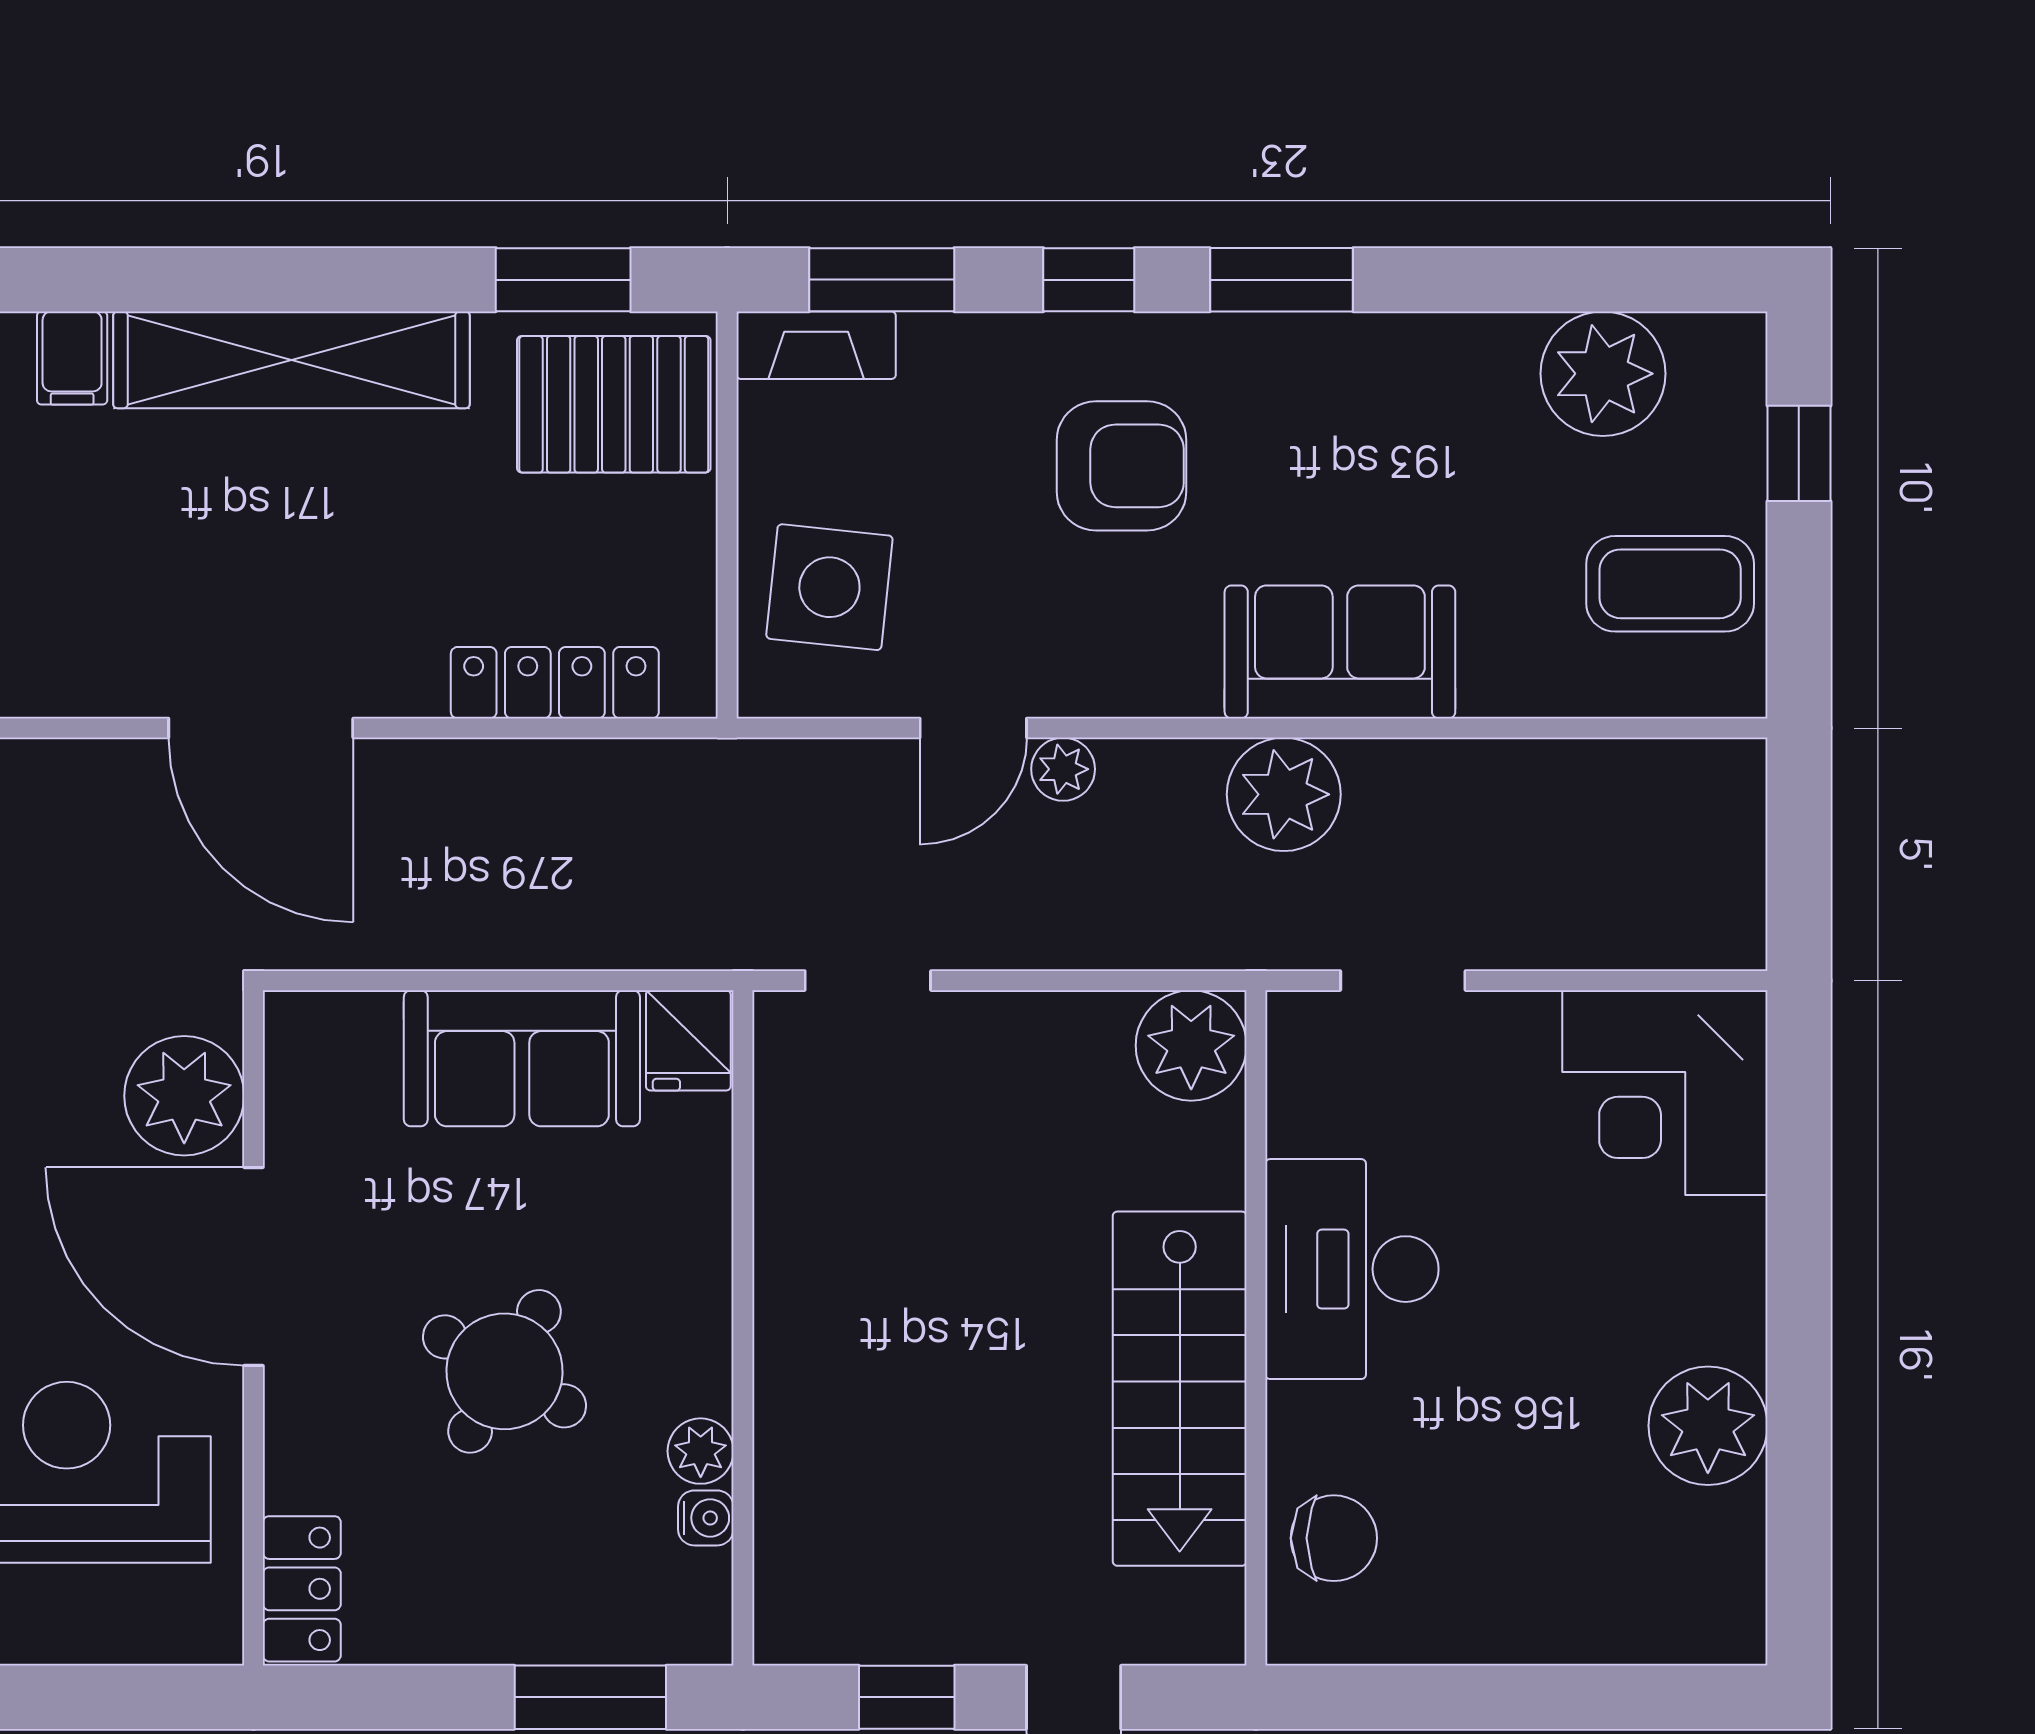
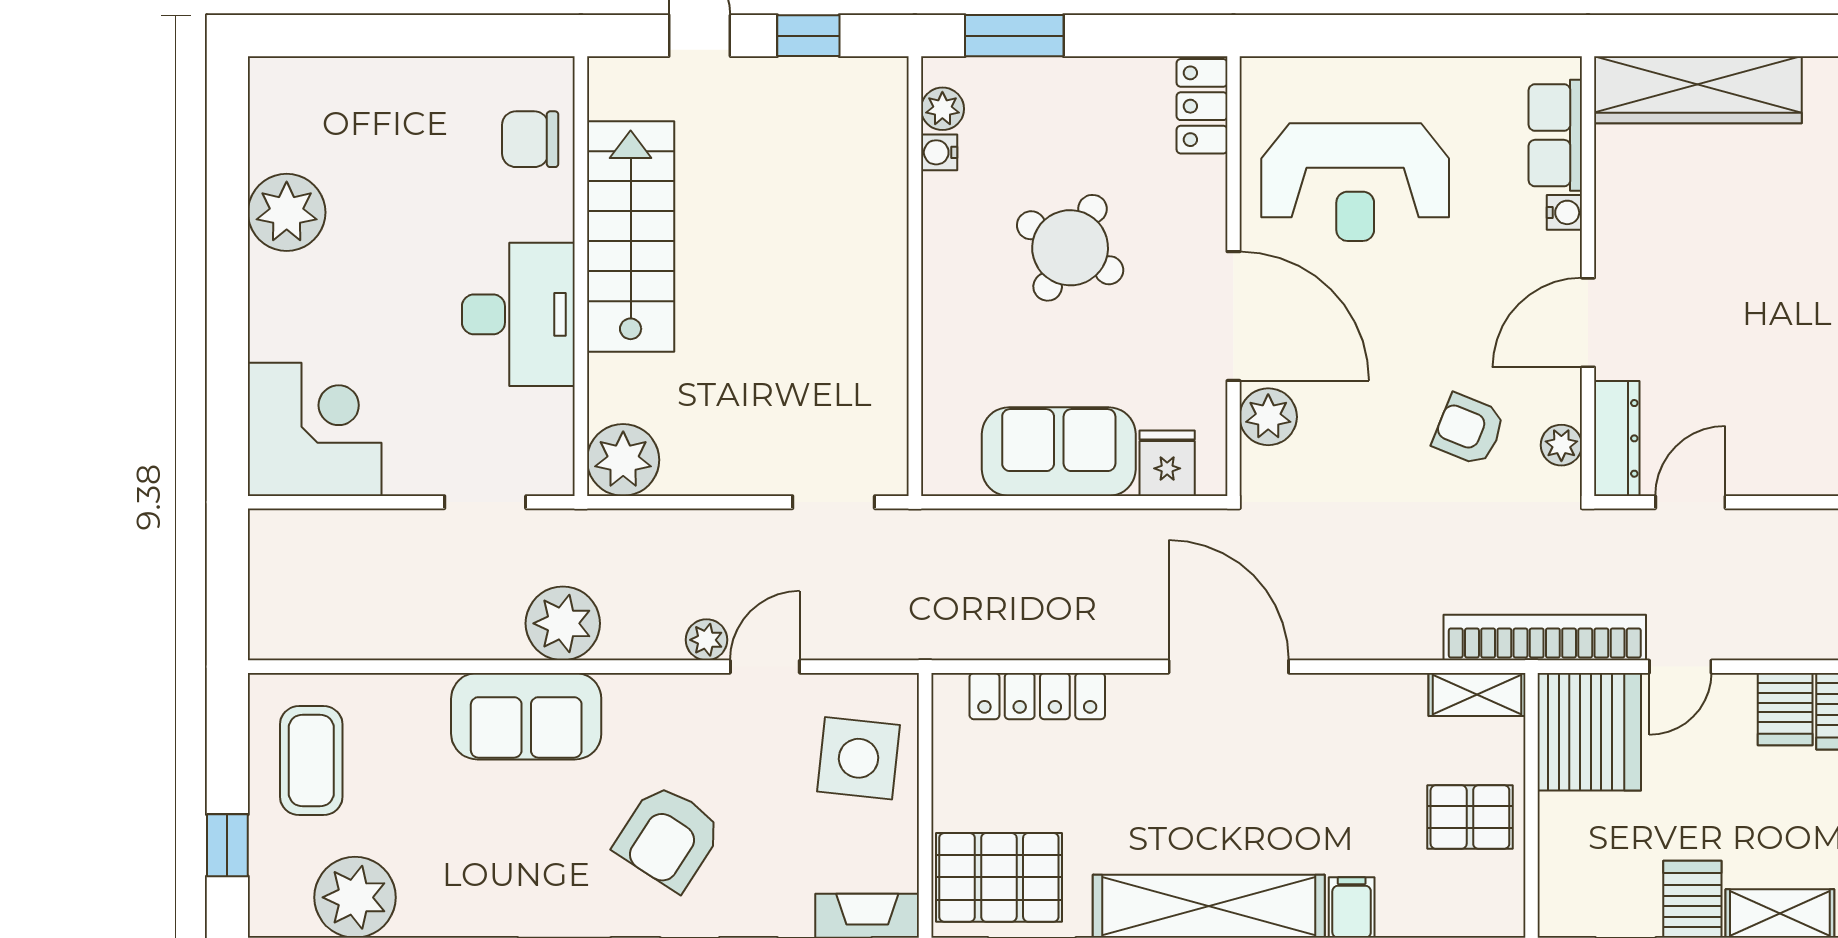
armchair: (1122, 466) -> (668, 837), turned -57
coffee table: (1670, 584) -> (311, 761), turned 90
fridge: (688, 1040) -> (1167, 463), moved
plant: (184, 1096) -> (1268, 417), width x0.73, depth x0.73
plant: (701, 1451) -> (942, 109), moved

